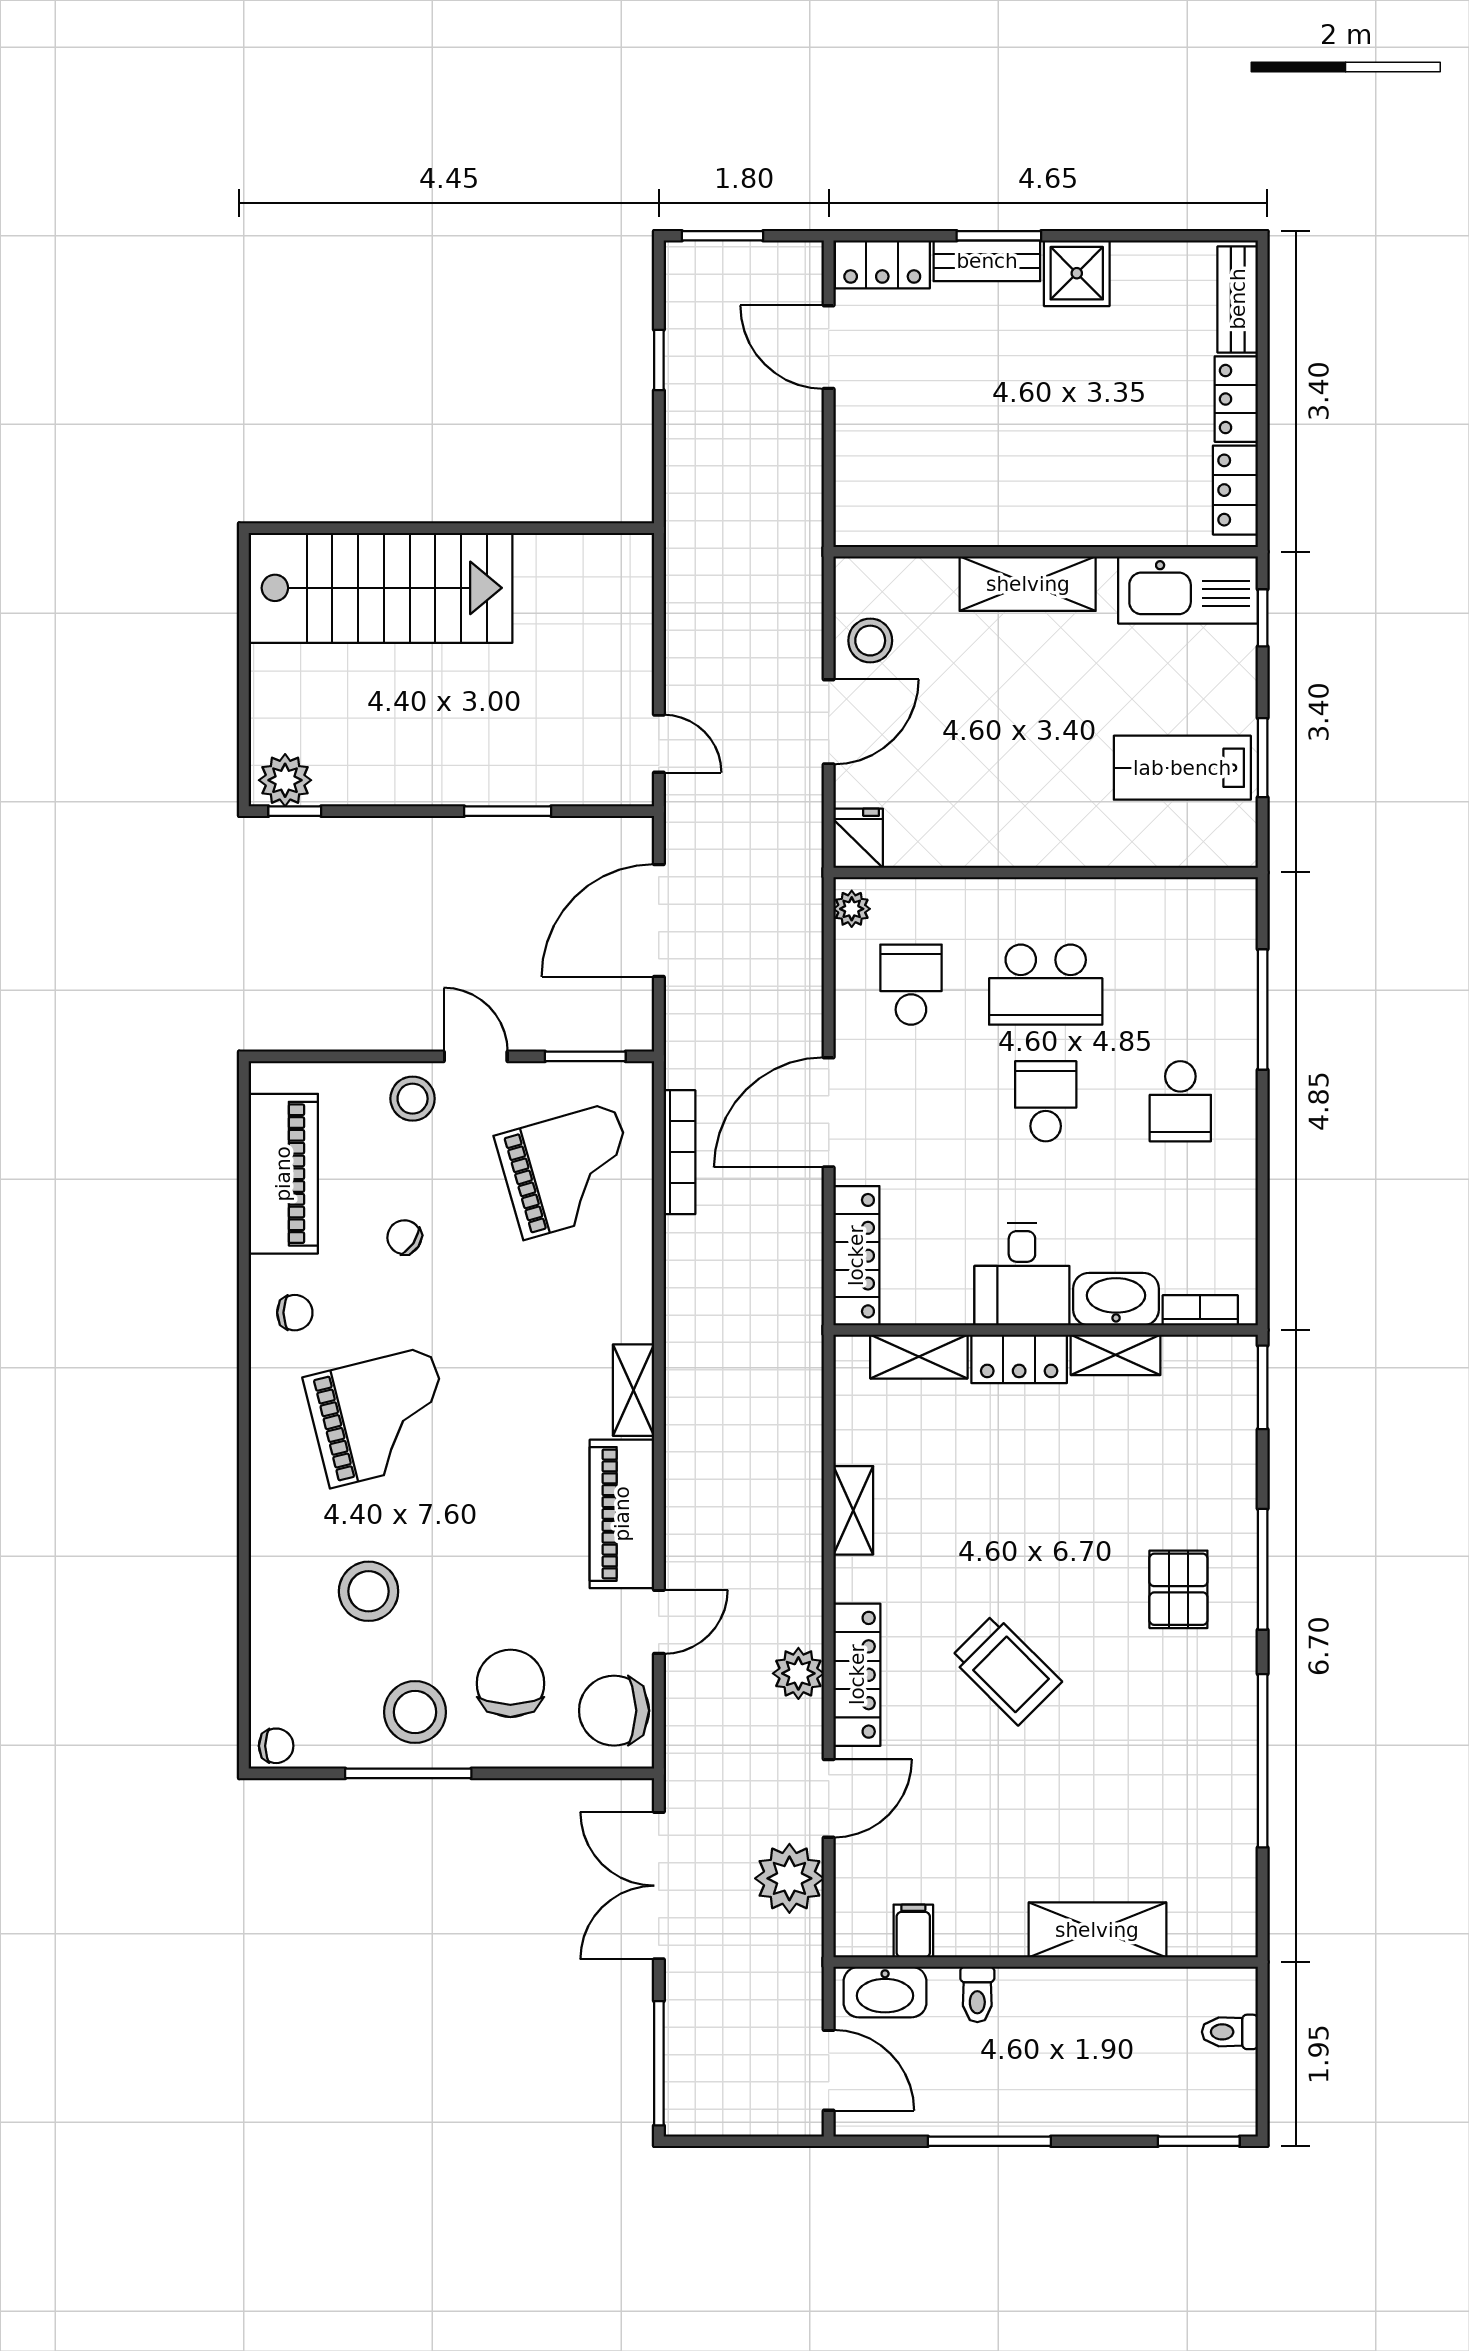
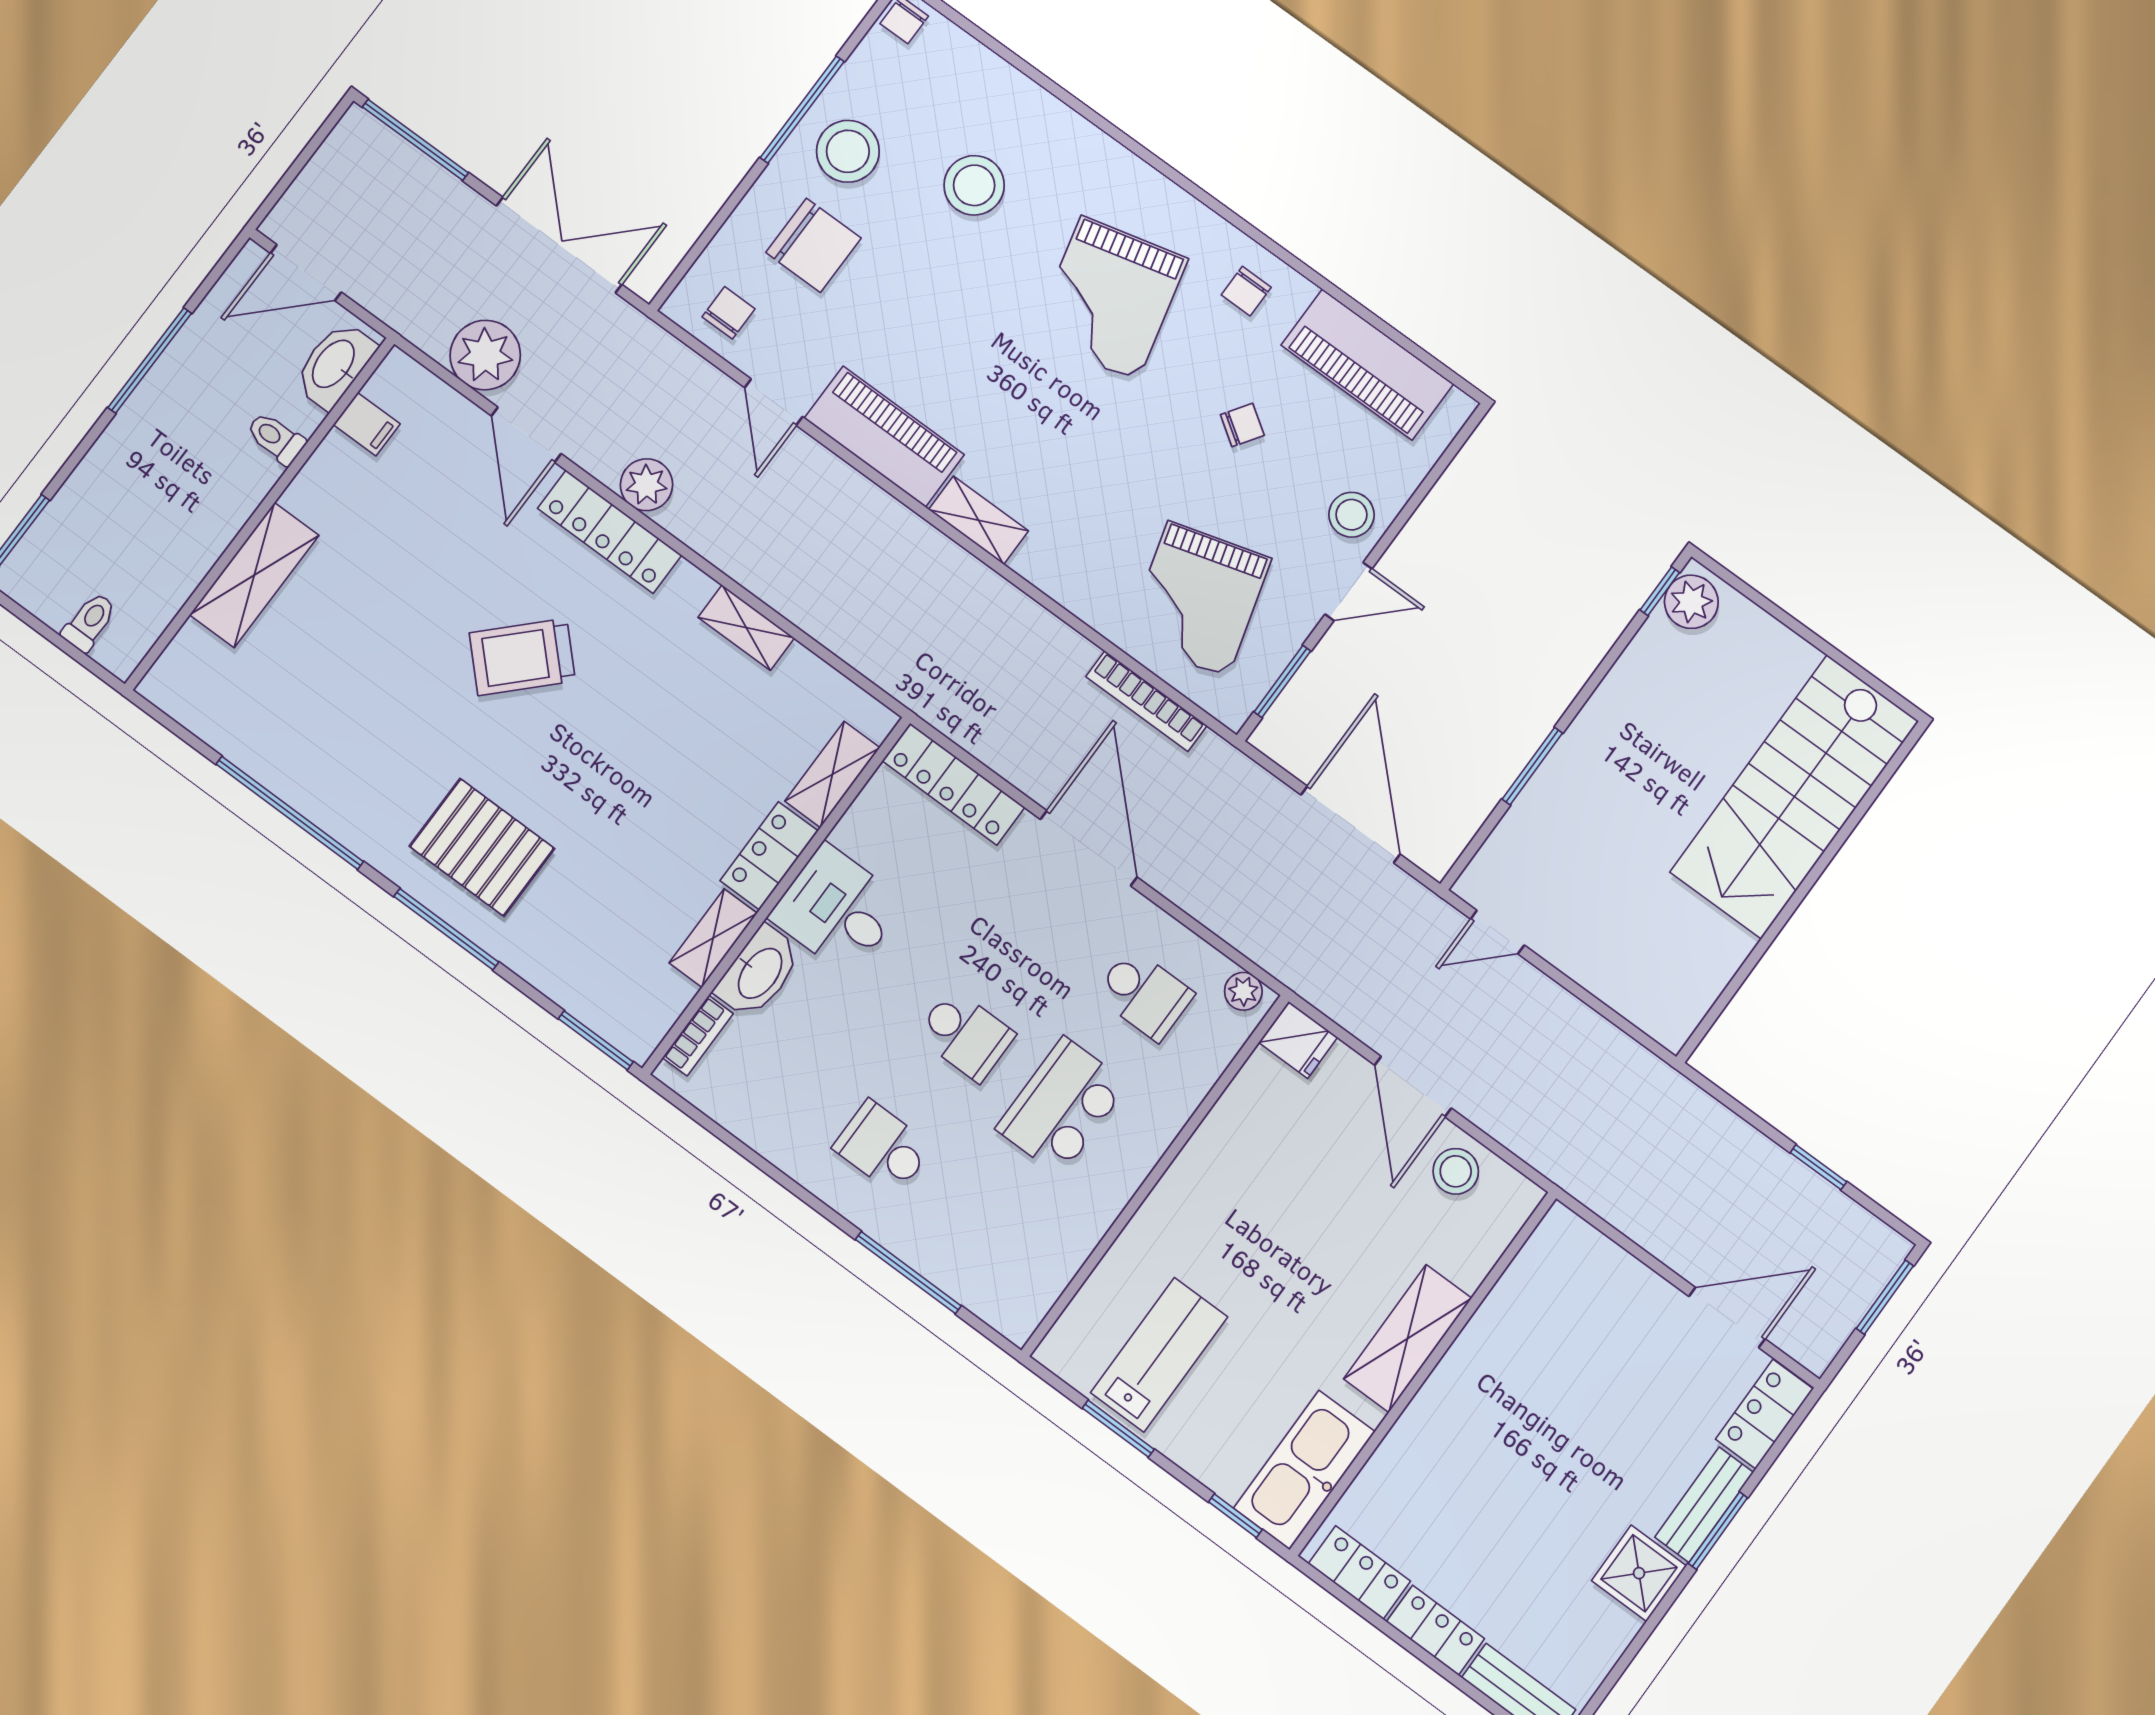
pallet: (1178, 1589) -> (482, 847), width x1.50, depth x1.42
chair: (614, 1711) -> (729, 313), width x0.54, depth x0.54

